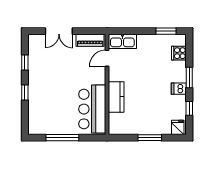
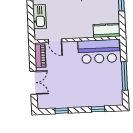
kitchen sink: (122, 41) -> (39, 17), moved
window: (25, 92) -> (98, 109), moved
kitchen counter: (116, 97) -> (107, 31), moved

